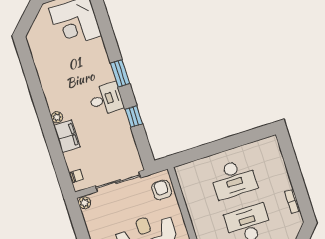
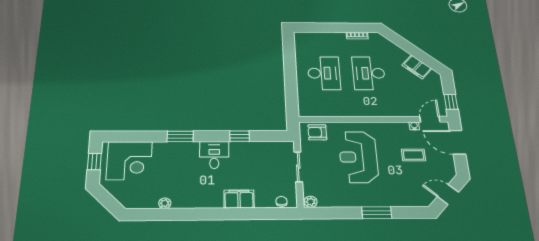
window: (120, 73) -> (180, 136), moved
plant: (57, 117) -> (165, 203), moved
sliding door: (118, 182) -> (298, 167), width x0.73

